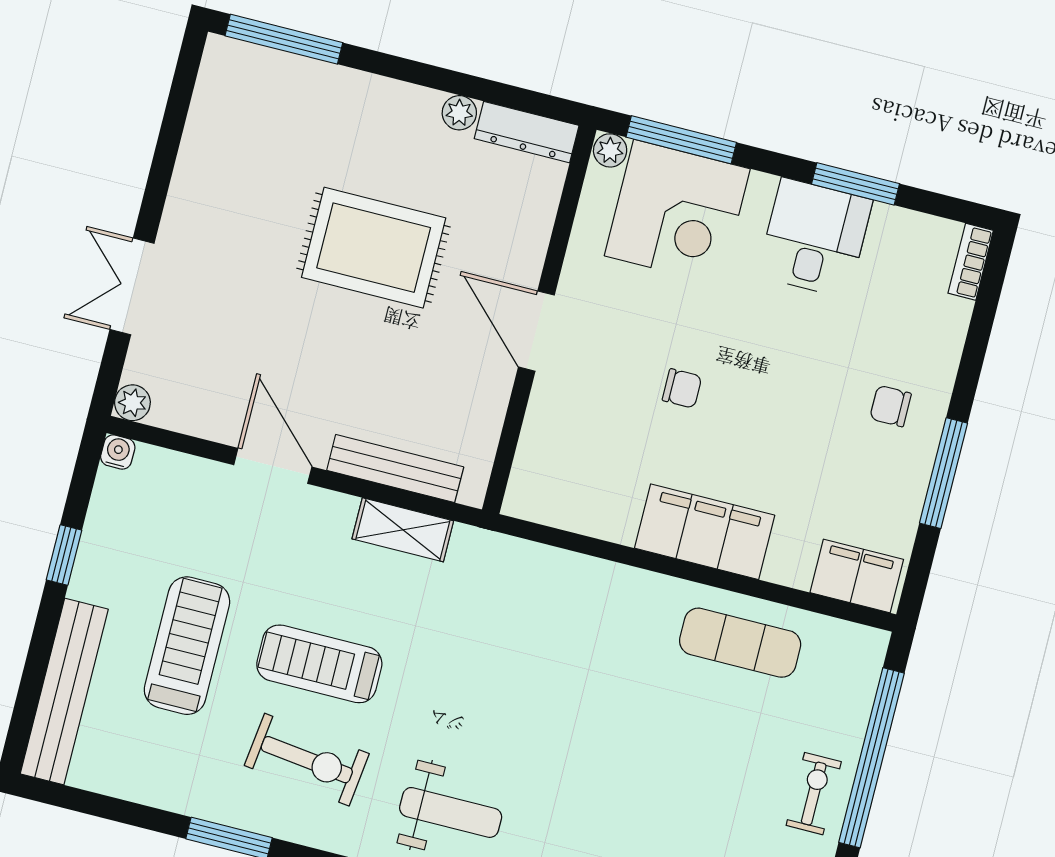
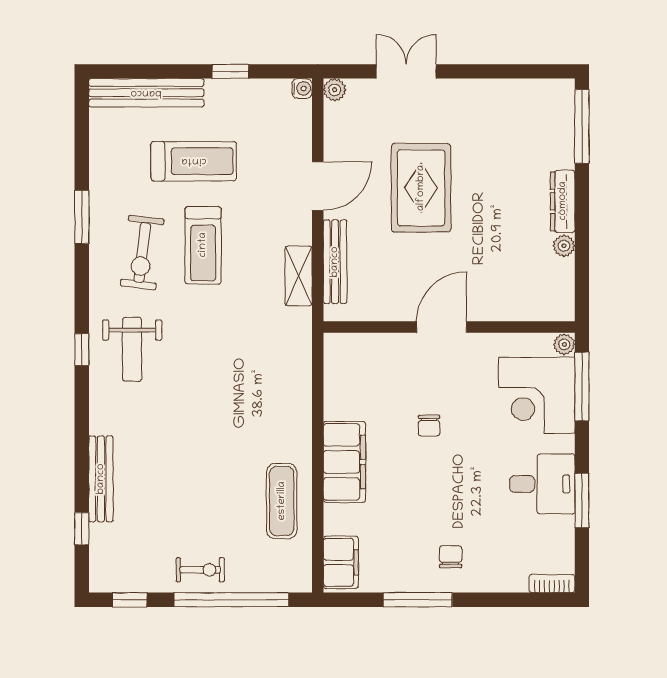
dresser: (527, 132) -> (563, 201), moved
rug: (374, 248) -> (421, 188), moved
treadmill: (319, 664) -> (203, 245), turned 180

